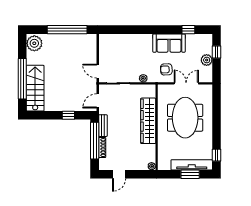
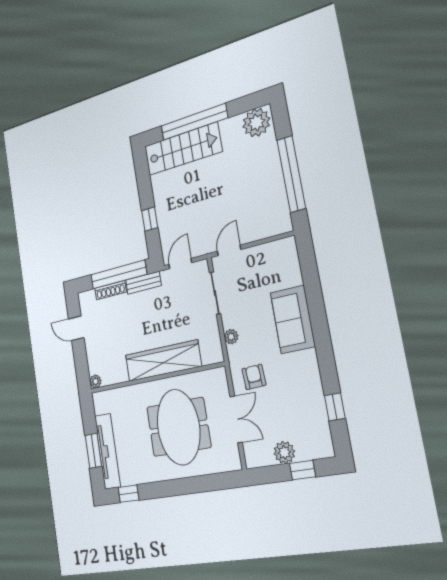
sofa: (169, 43) -> (293, 319), moved
door: (98, 101) -> (180, 263), hinge flipped
meeting table: (185, 118) -> (178, 427), turned 90

